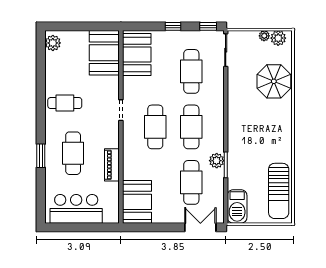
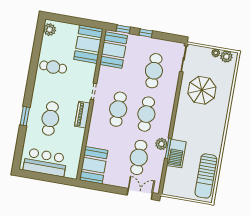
window: (208, 26) -> (123, 29), moved
parasol: (274, 81) -> (202, 90), moved
cafe table: (65, 103) -> (53, 67), moved
piano: (112, 165) -> (82, 115), moved
barbecue: (237, 206) -> (176, 154), moved

